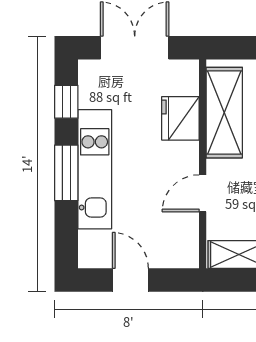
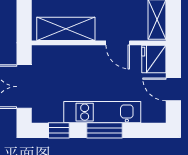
fridge: (180, 118) -> (154, 59), moved, turned 90
door: (130, 280) -> (173, 89), hinge flipped

